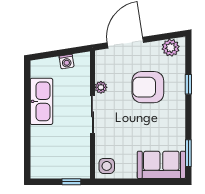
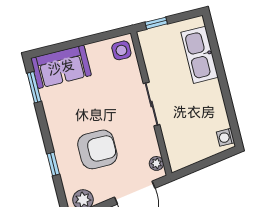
washing machine: (67, 62) -> (225, 137), moved, turned -81
plant: (101, 87) -> (156, 163), moved
kitchen sink: (41, 101) -> (200, 55), moved

